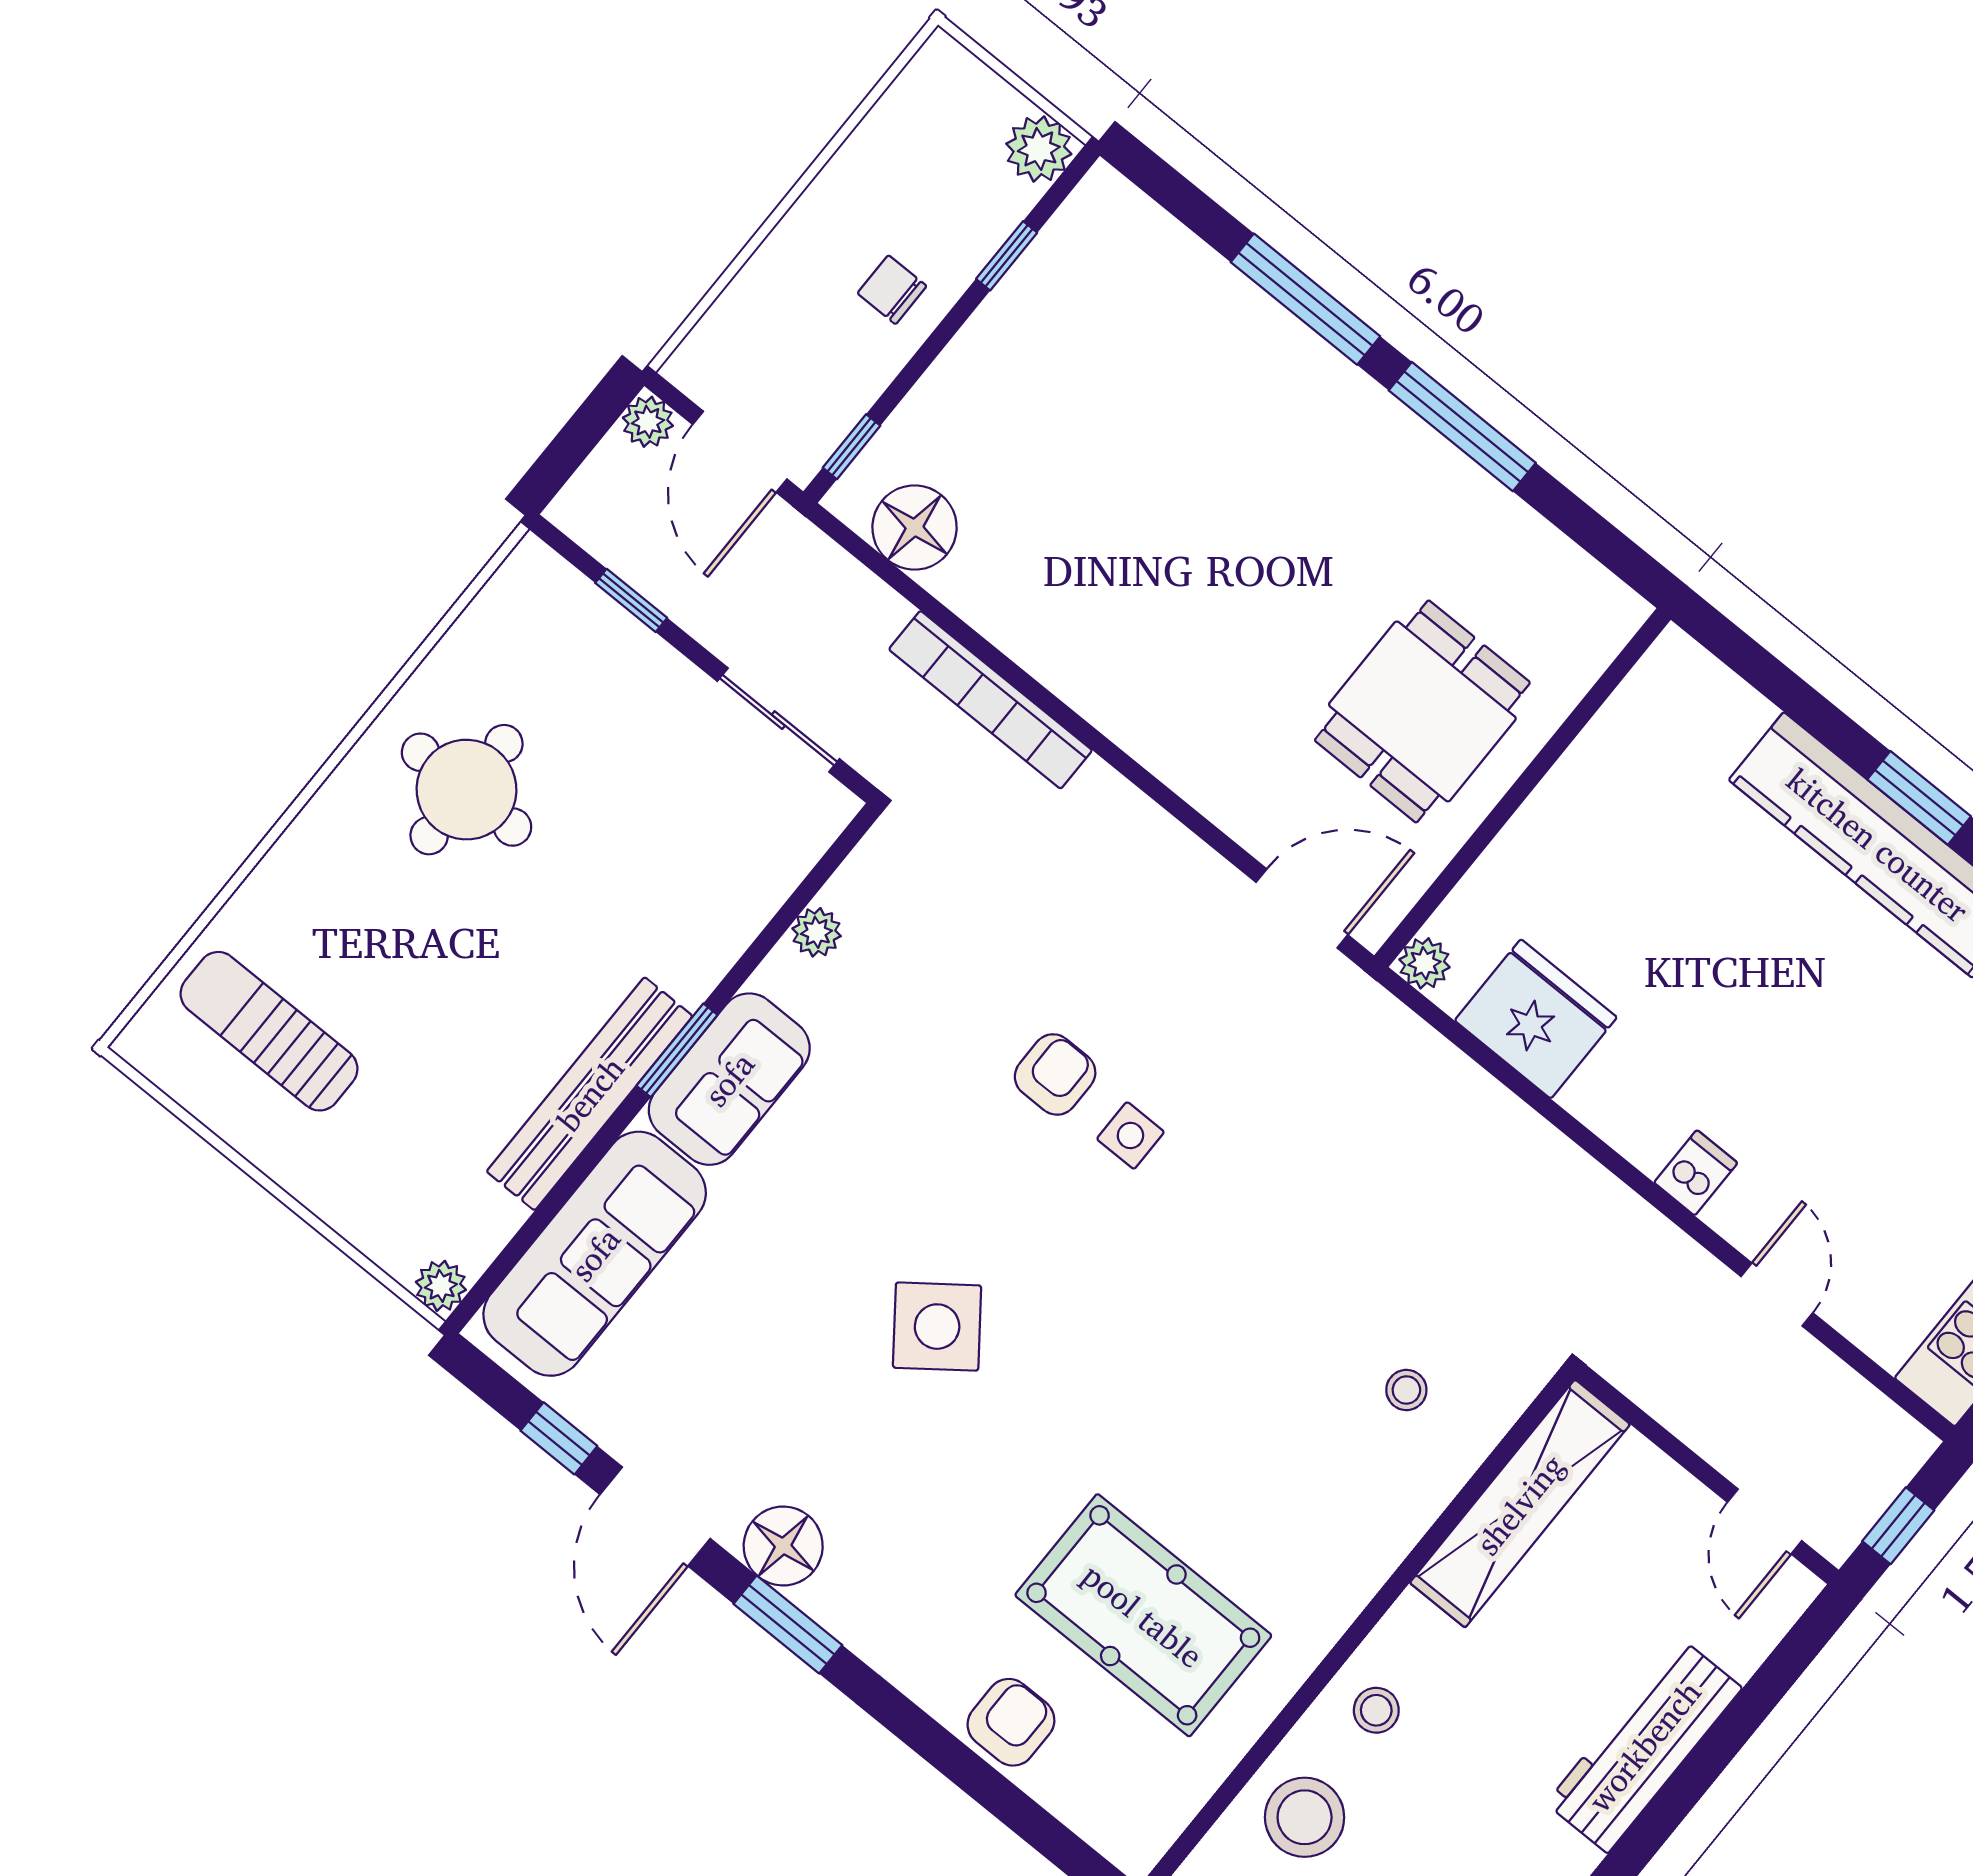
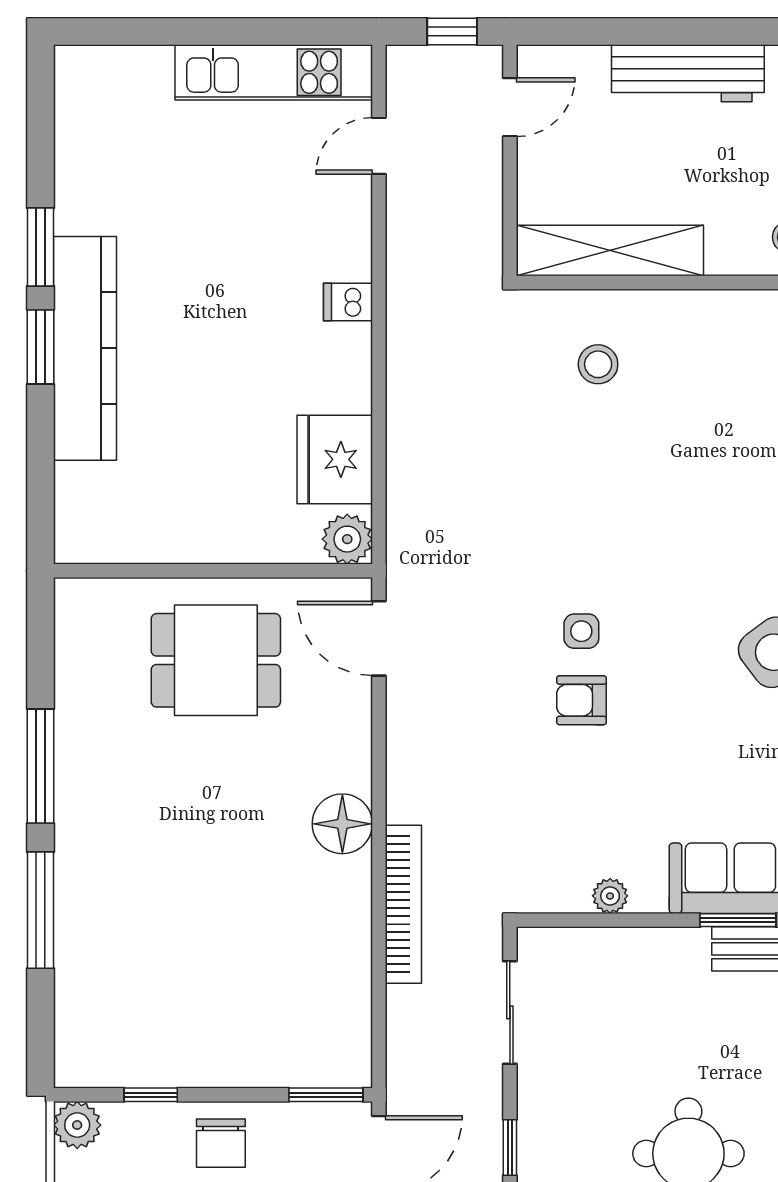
chair: (892, 290) -> (221, 1143), width x1.37, depth x1.37
window: (852, 447) -> (326, 1095), width x1.50
floor lamp: (915, 528) -> (342, 824), moved
plant: (1425, 963) -> (347, 539), width x1.38, depth x1.38
door: (1777, 1295) -> (379, 146), moved
stool: (1406, 1390) -> (598, 364), width x1.37, depth x1.37

